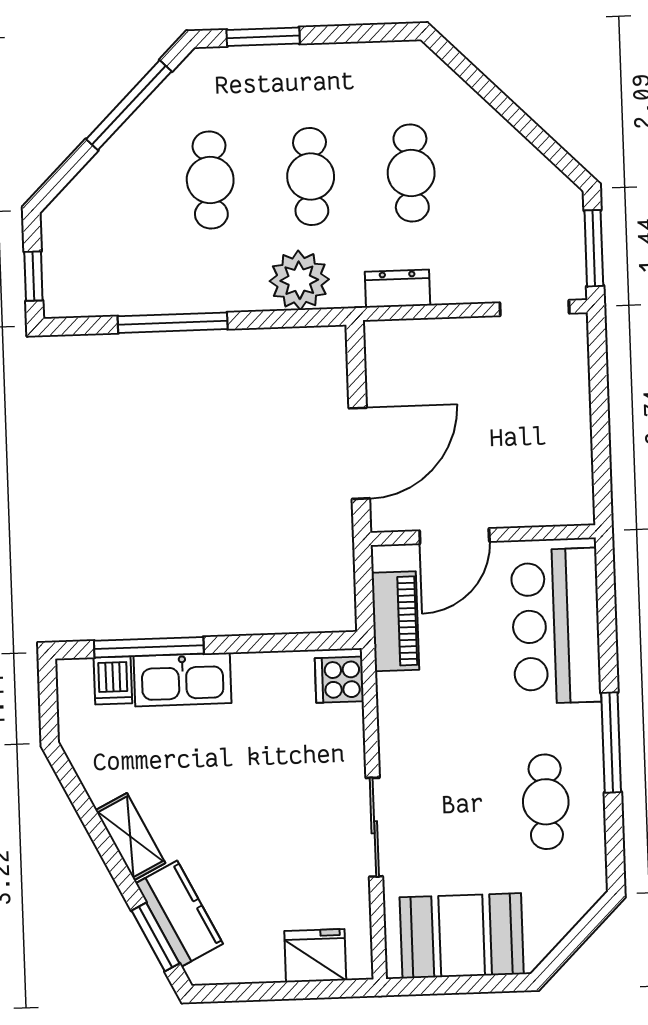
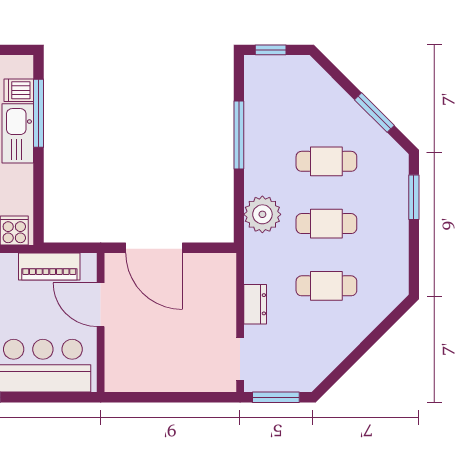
window: (129, 105) -> (374, 113), width x0.69
dresser: (398, 289) -> (255, 304), moved

